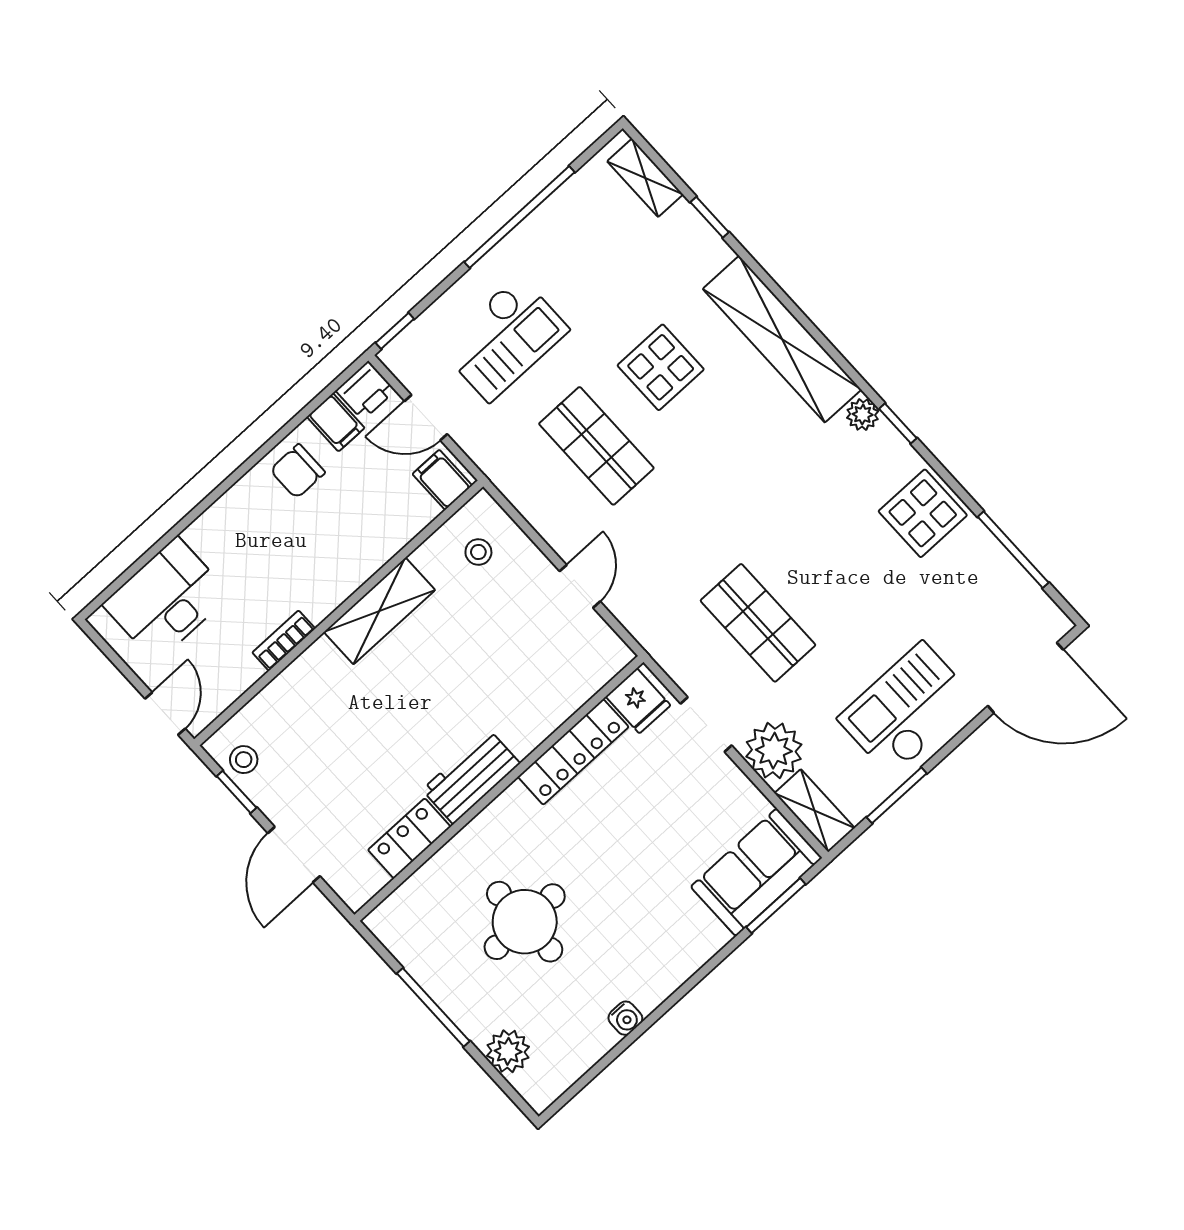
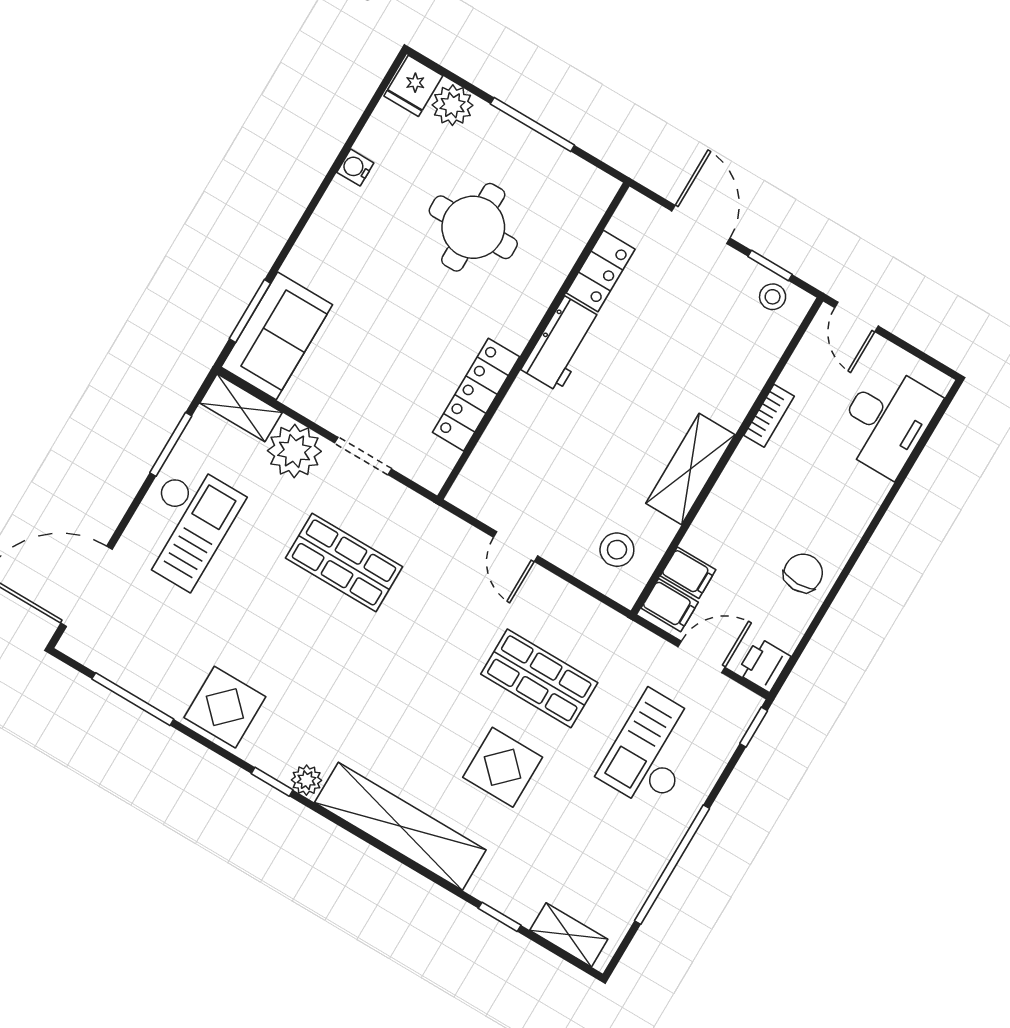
filing cabinet: (336, 422) -> (688, 573), moved, turned 180
stool: (478, 552) -> (617, 550), width x1.37, depth x1.37
fridge: (638, 701) -> (413, 86), moved, turned -90

